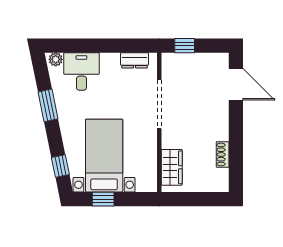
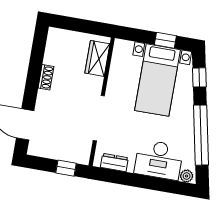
desk: (81, 71) -> (159, 160), width x1.37
window: (48, 105) -> (201, 135), width x2.11
shoe rack: (223, 154) -> (46, 77), moved

